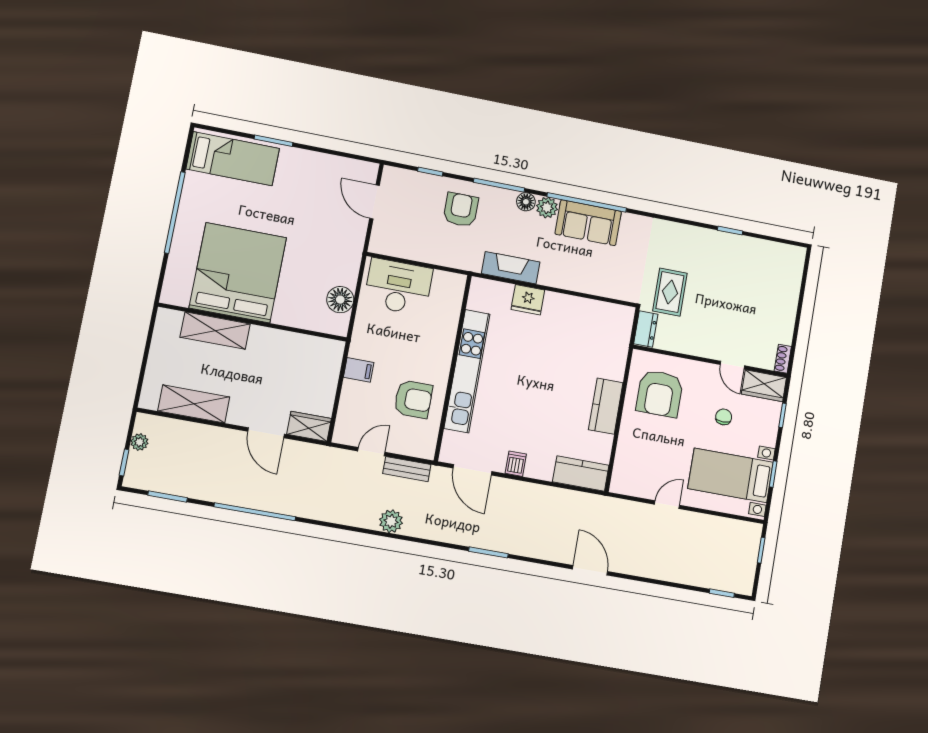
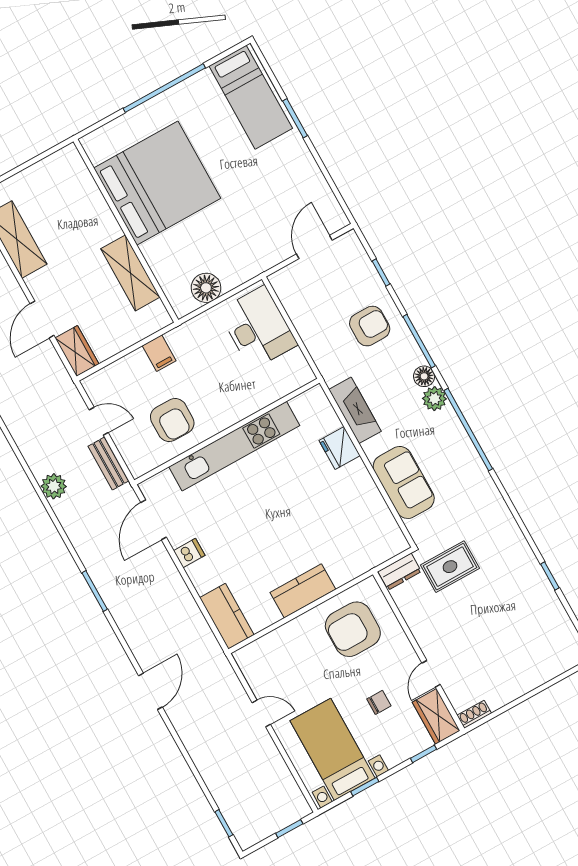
sofa: (588, 223) -> (404, 482), moved, turned 180
shelving: (215, 331) -> (130, 273), moved

